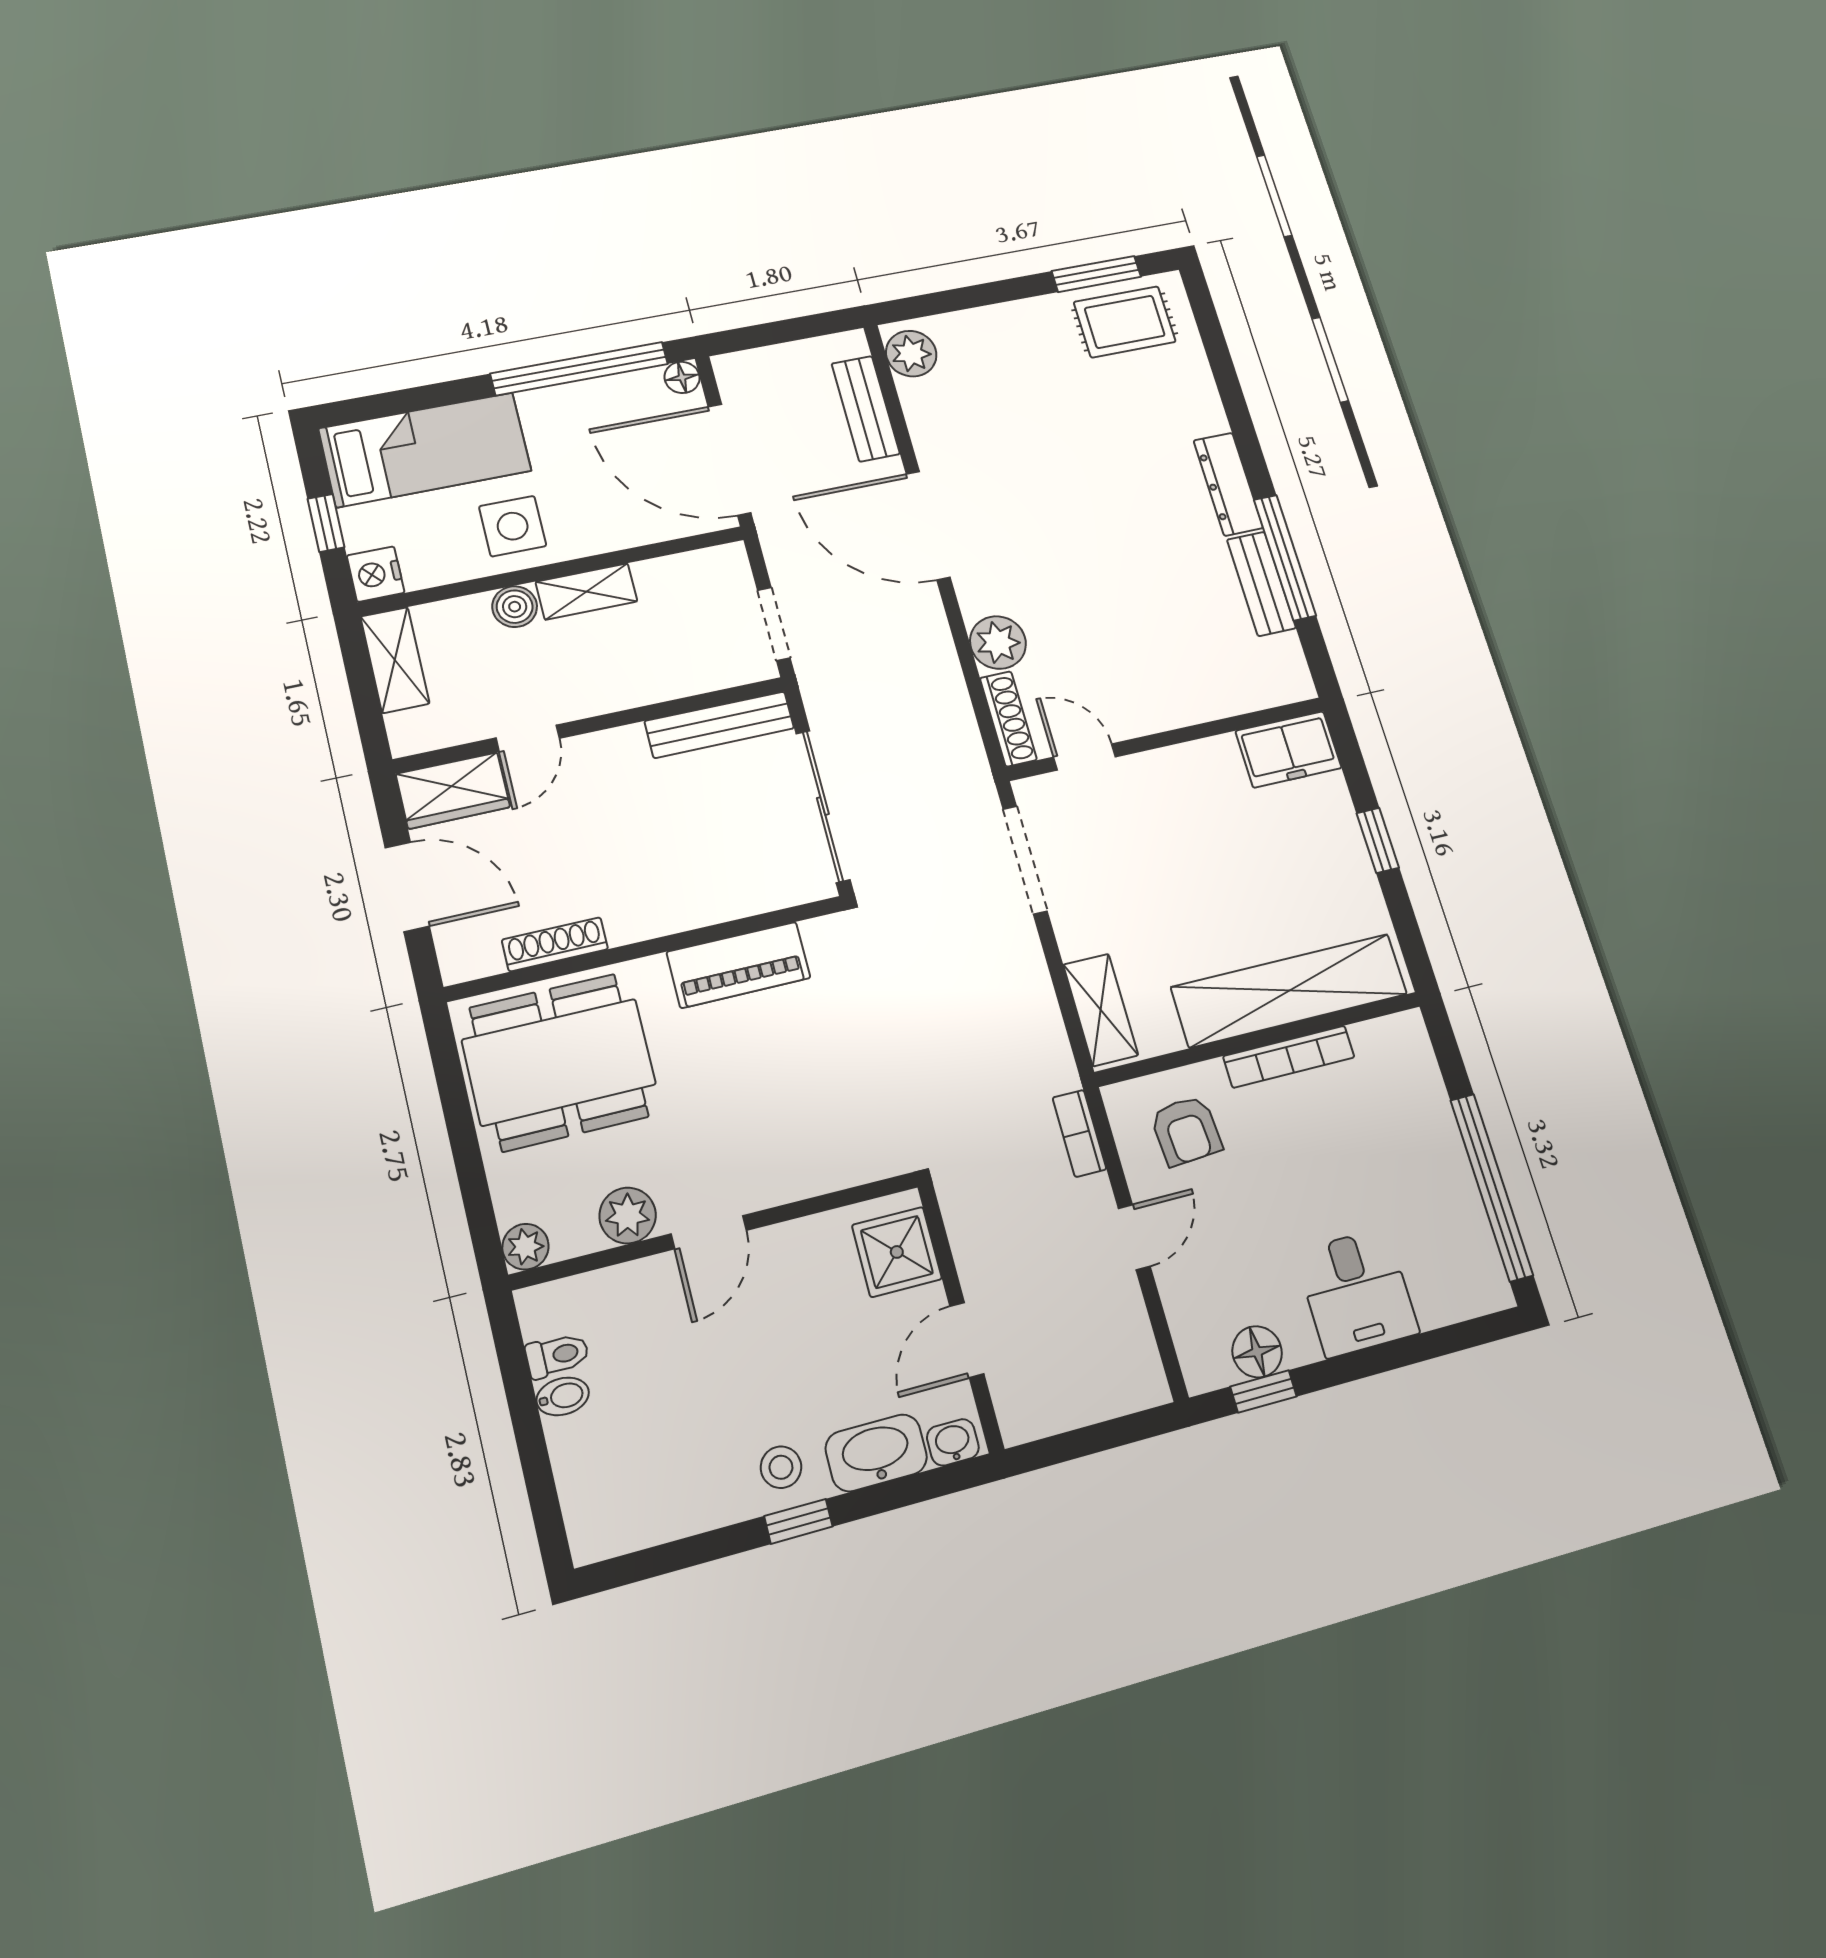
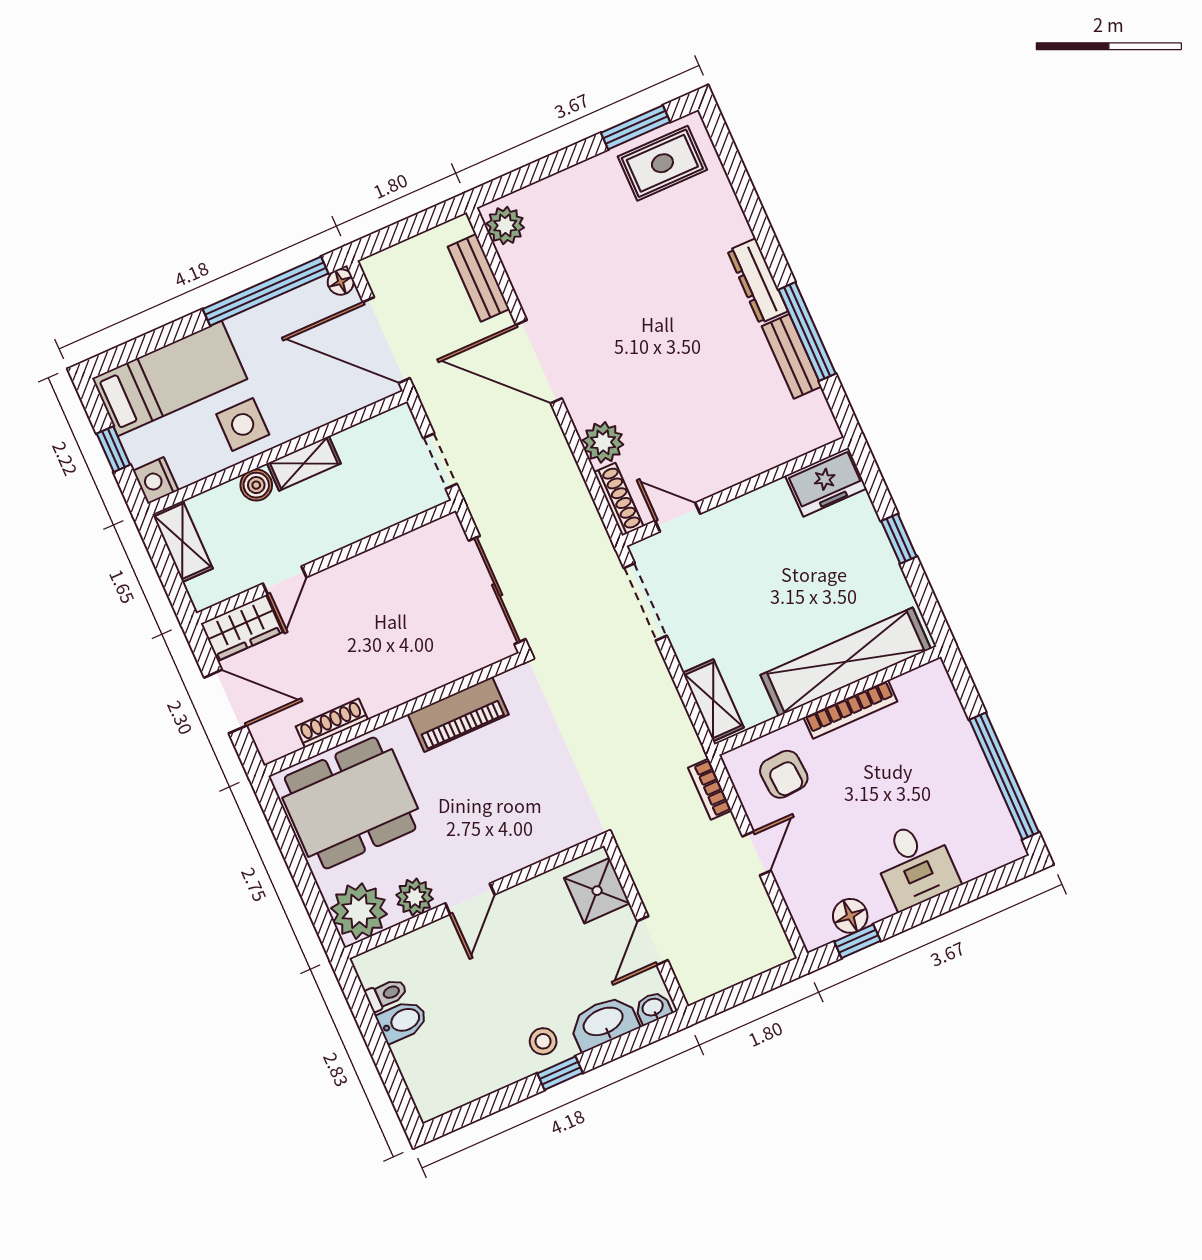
bench: (719, 725) -> (415, 544), removed
plant: (525, 1247) -> (359, 911), width x1.88, depth x1.88
bidet: (563, 1396) -> (402, 1021), width x1.38, depth x1.36

